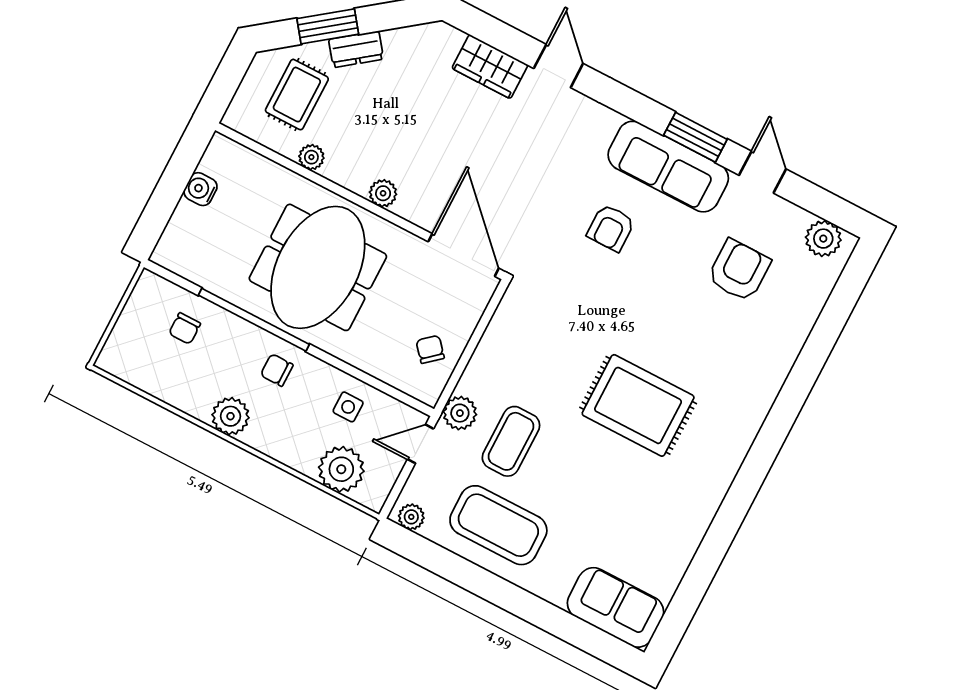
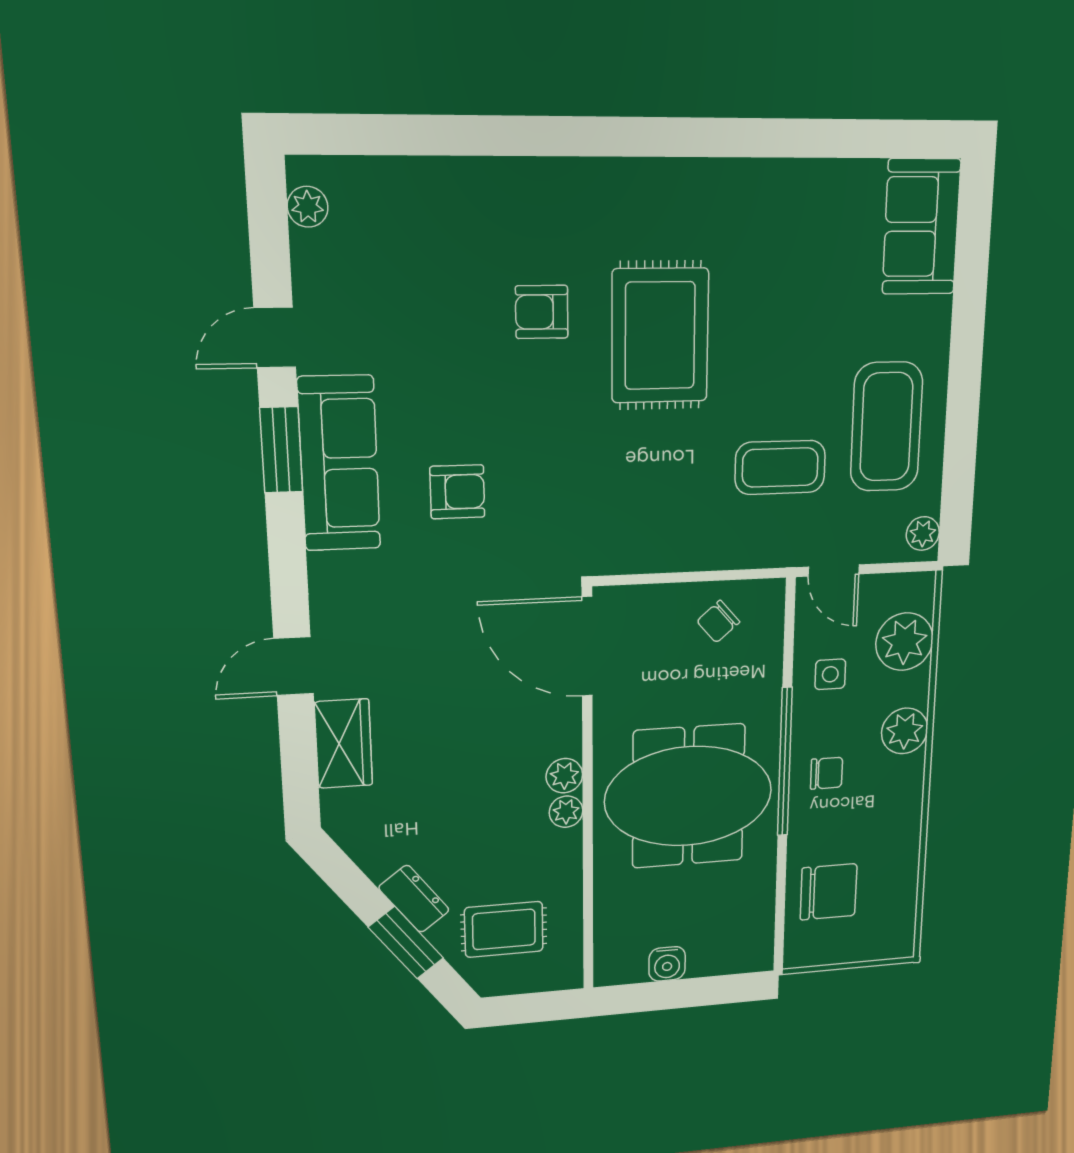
plant: (311, 157) -> (566, 812), moved
plant: (823, 239) -> (308, 207), width x0.73, depth x0.73
door: (463, 255) -> (587, 647), hinge flipped
armchair: (739, 270) -> (542, 312), moved, width x0.72, depth x0.72
window: (254, 320) -> (785, 762), moved
chair: (185, 328) -> (829, 892), width x1.87, depth x1.87
chair: (277, 370) -> (827, 773), turned -90
plant: (460, 413) -> (776, 546), removed
plant: (230, 416) -> (905, 731), moved

